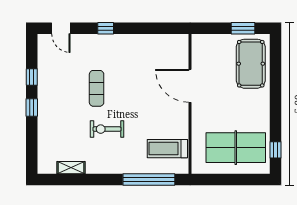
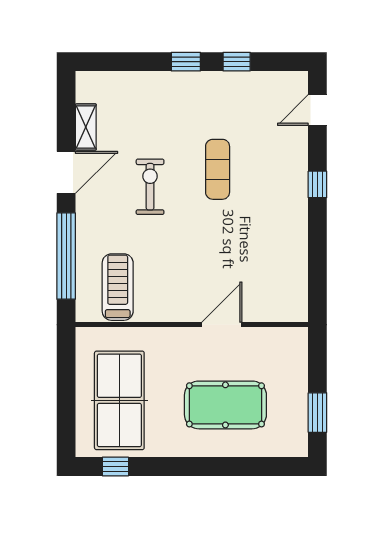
pool table: (251, 64) -> (225, 405), moved
door: (190, 86) -> (222, 325), width x0.73
exercise mat: (97, 88) -> (218, 169), turned 90
door: (98, 180) -> (66, 172), added

